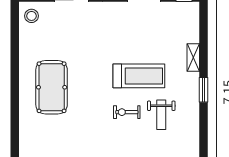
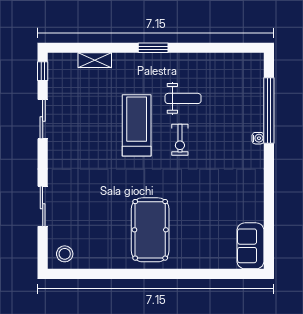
shelving: (193, 58) -> (95, 60), moved
pool table: (52, 87) -> (150, 230), turned 90

